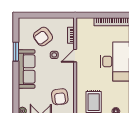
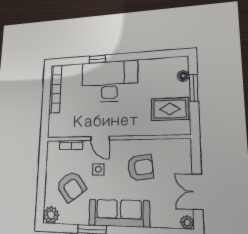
plant: (24, 23) -> (51, 215), added
armchair: (60, 97) -> (140, 168), moved

